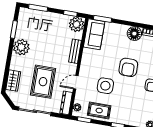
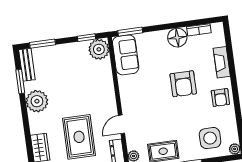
bench: (75, 51) -> (27, 65), moved
side table: (105, 86) -> (210, 138), moved

